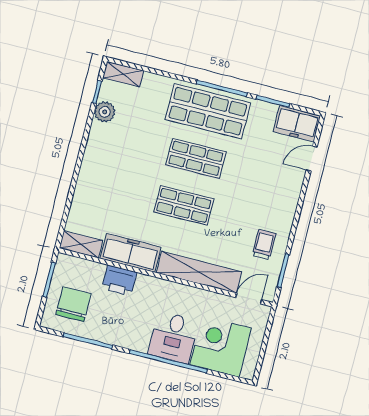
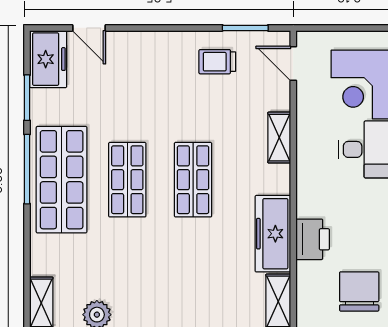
shelving: (199, 272) -> (279, 138), width x0.45, depth x0.75
chair: (73, 304) -> (359, 291), turned 90

